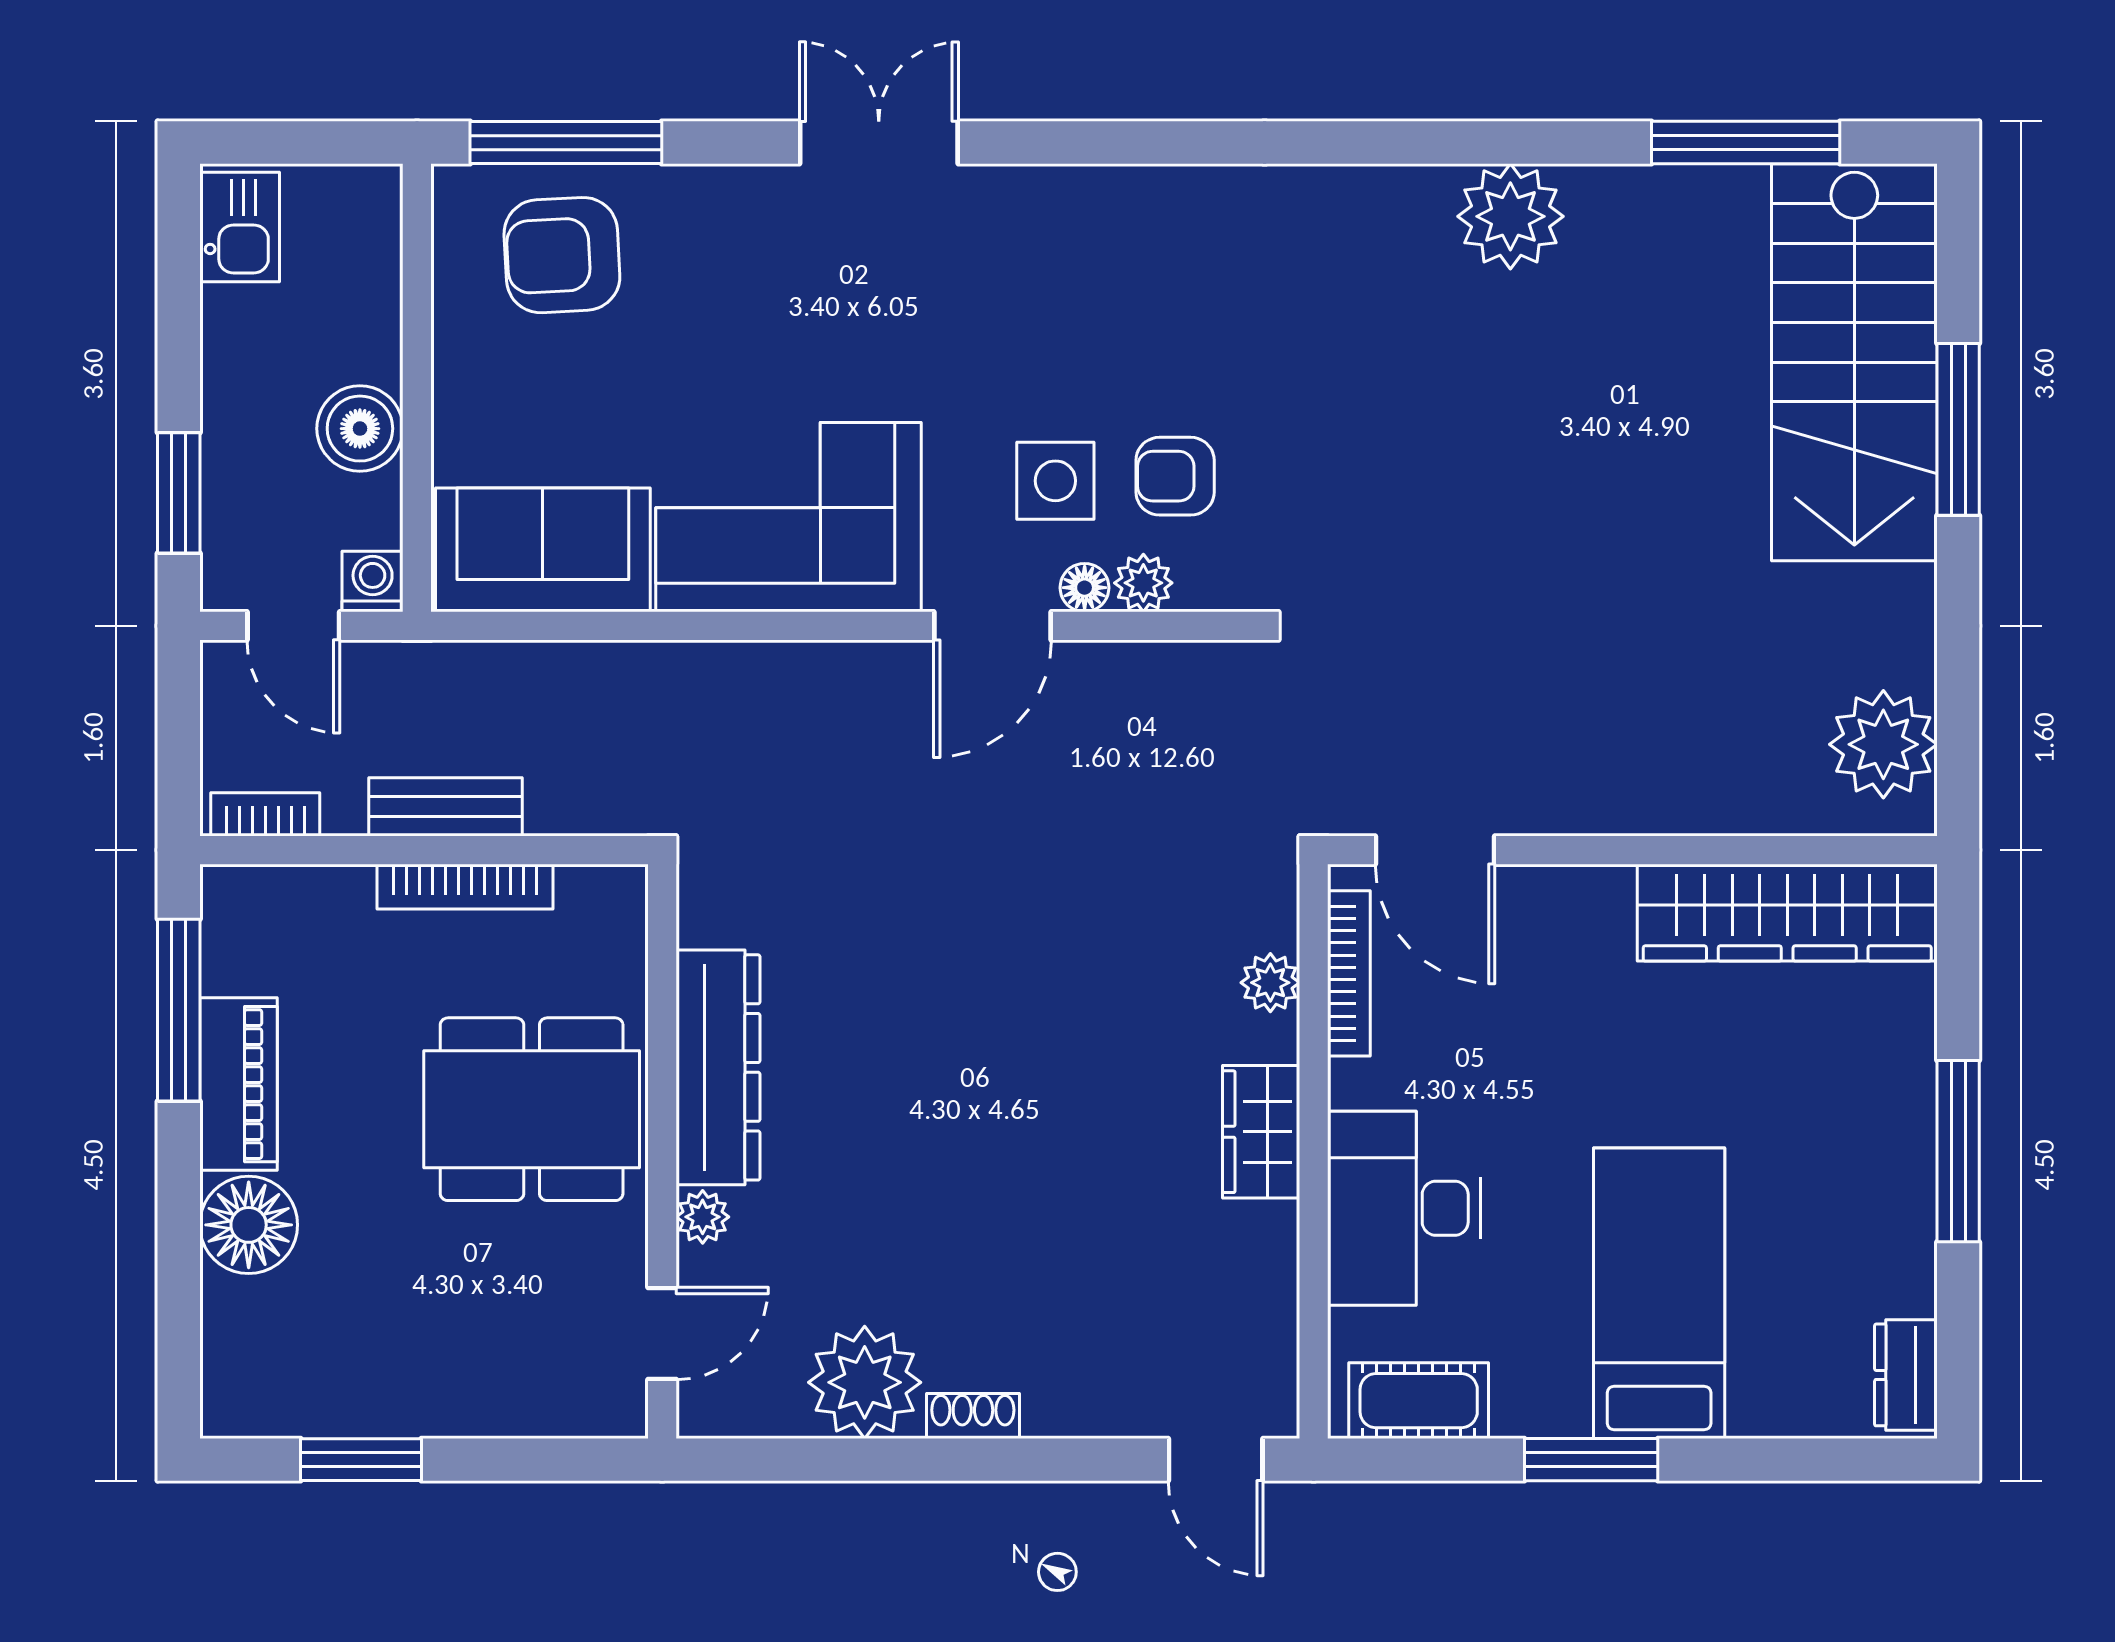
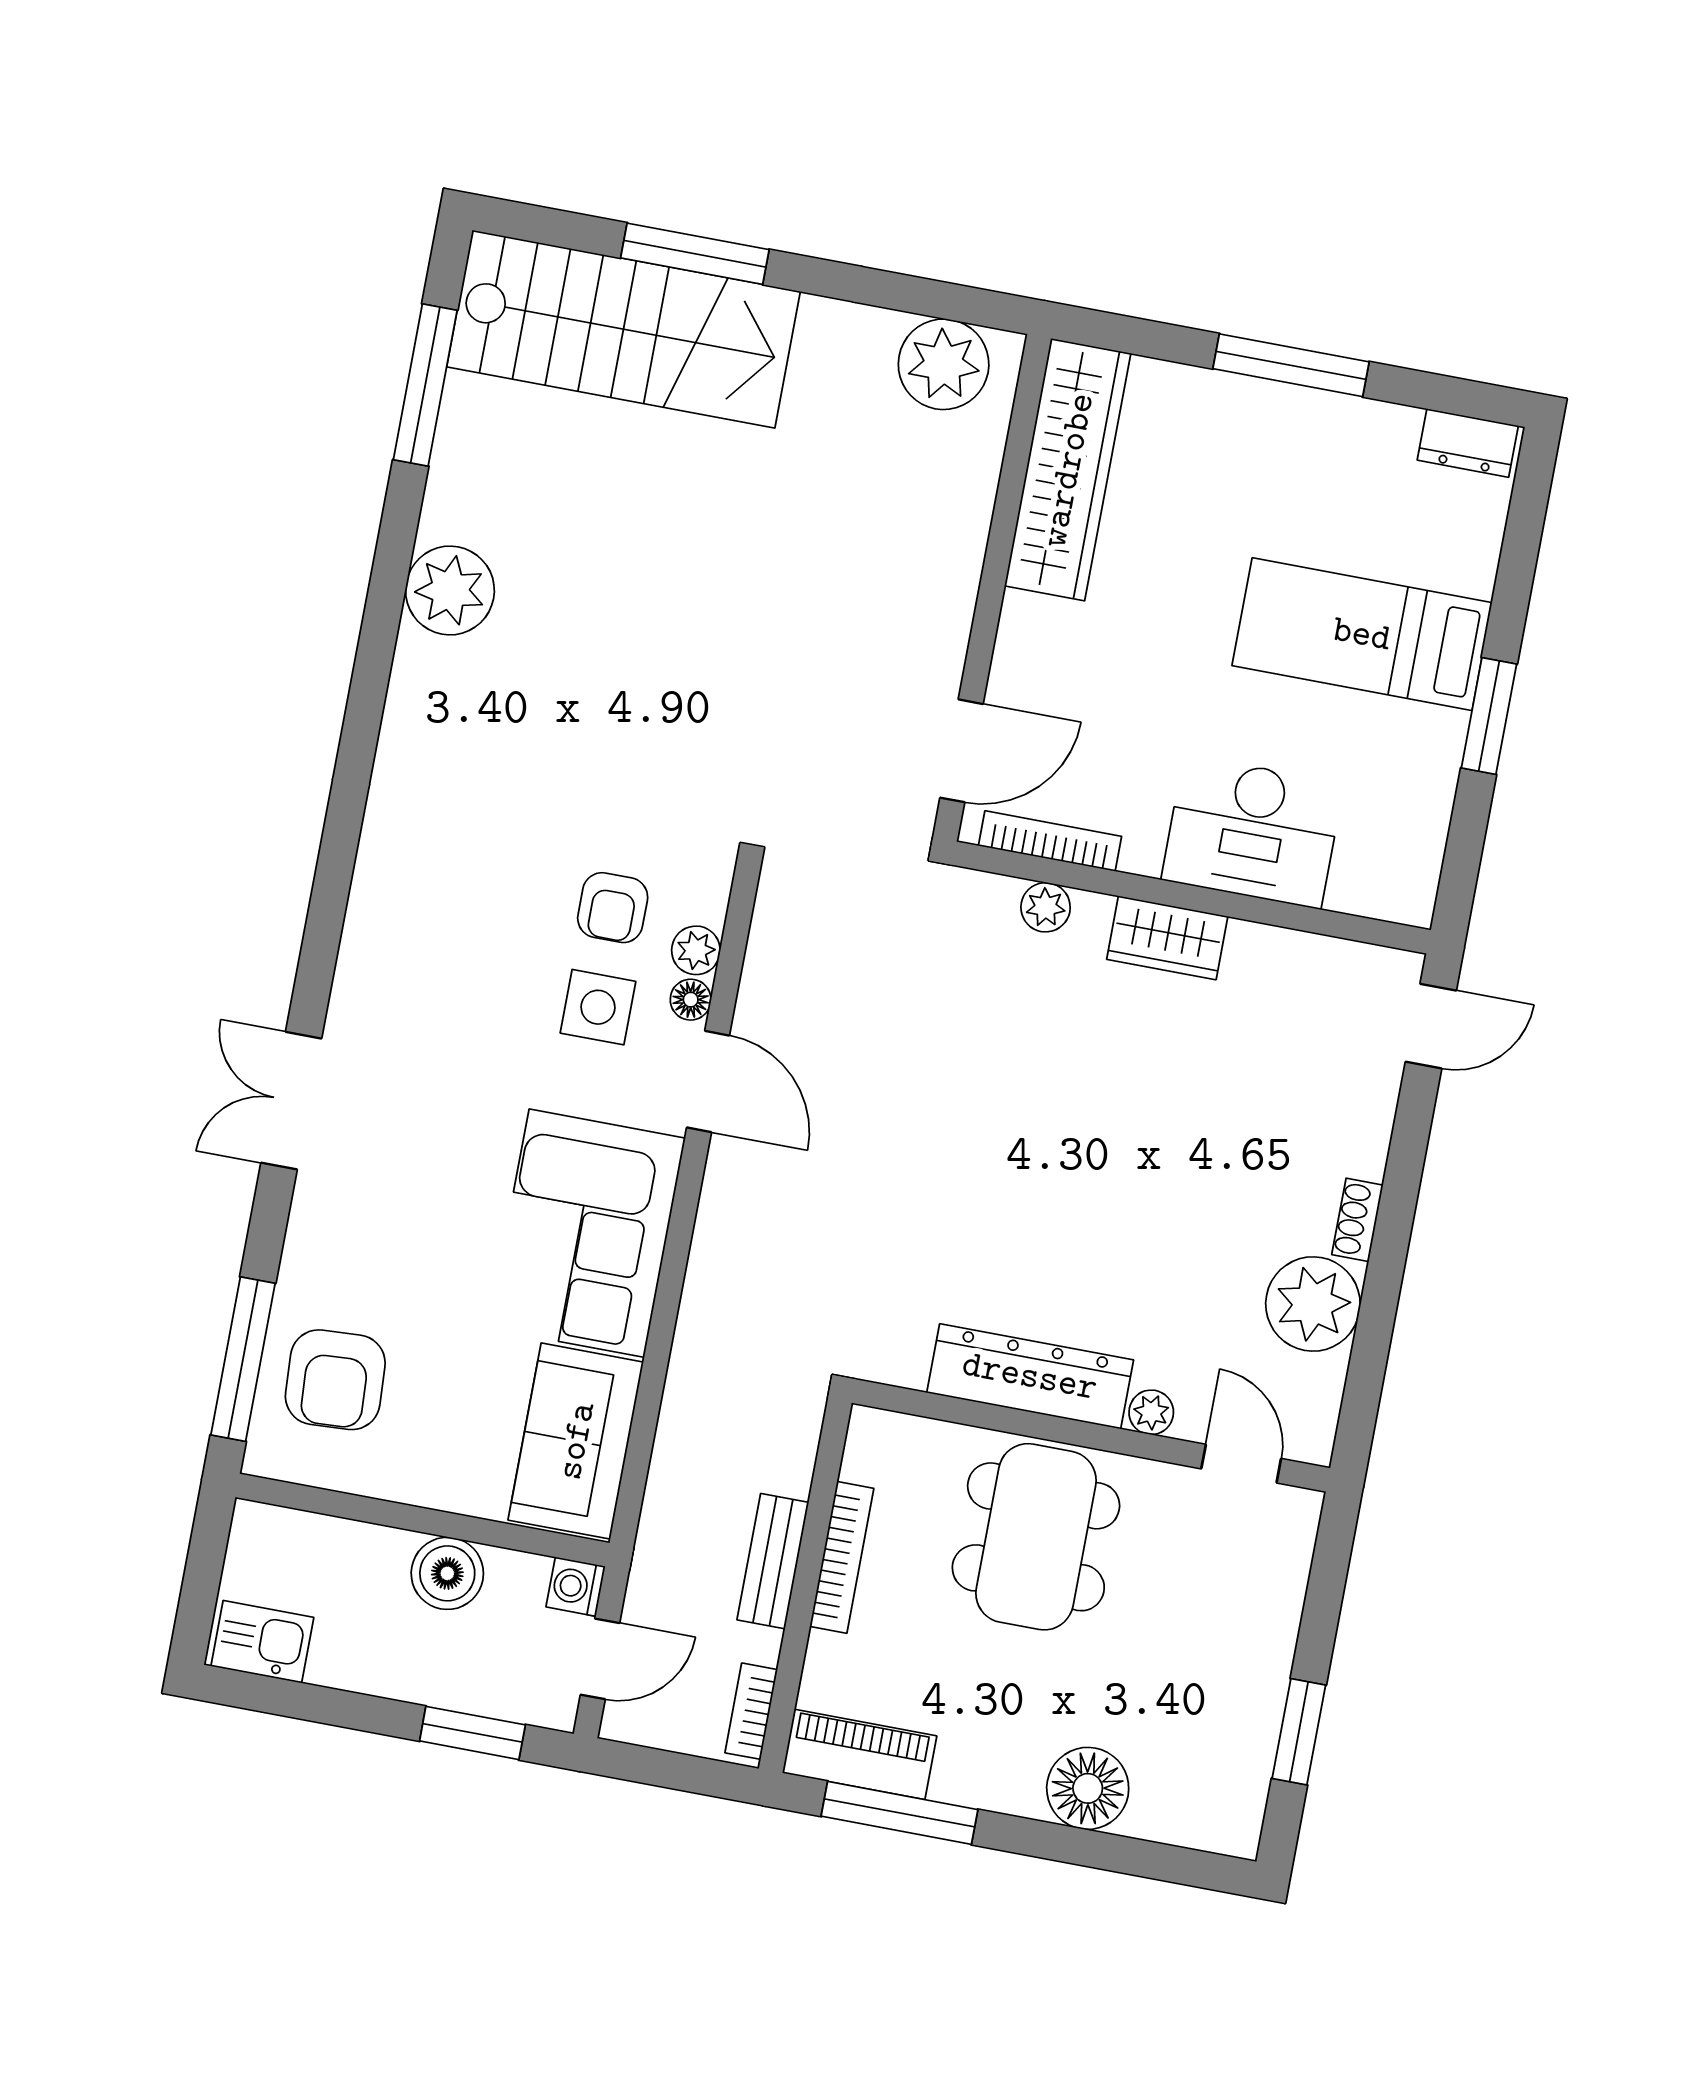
piano: (238, 1084) -> (860, 1754), moved
cot: (1419, 1401) -> (1414, 849), removed

